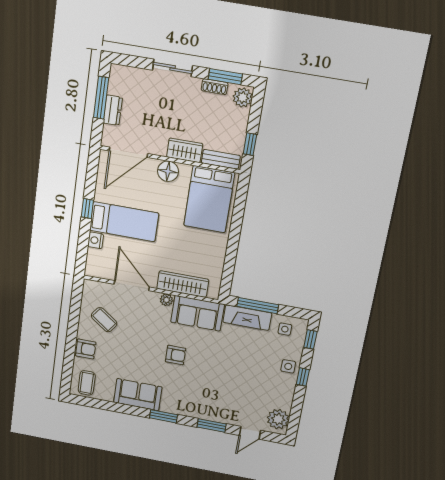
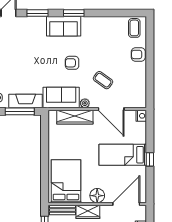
nightstand: (96, 240) -> (141, 116), moved
coffee table: (104, 320) -> (103, 80), moved
sofa: (138, 395) -> (64, 26), moved

